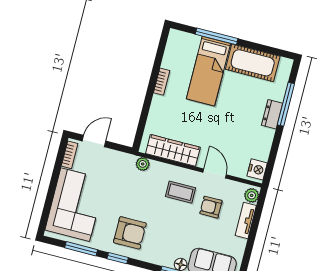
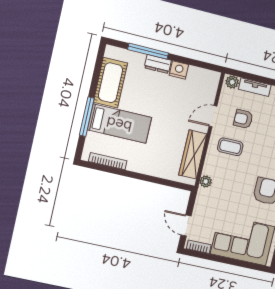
bookcase: (162, 82) -> (108, 161), moved, width x1.56
nightstand: (257, 169) -> (179, 70), moved
coffee table: (181, 192) -> (230, 147), turned 90
armchair: (211, 207) -> (243, 119), turned 90

